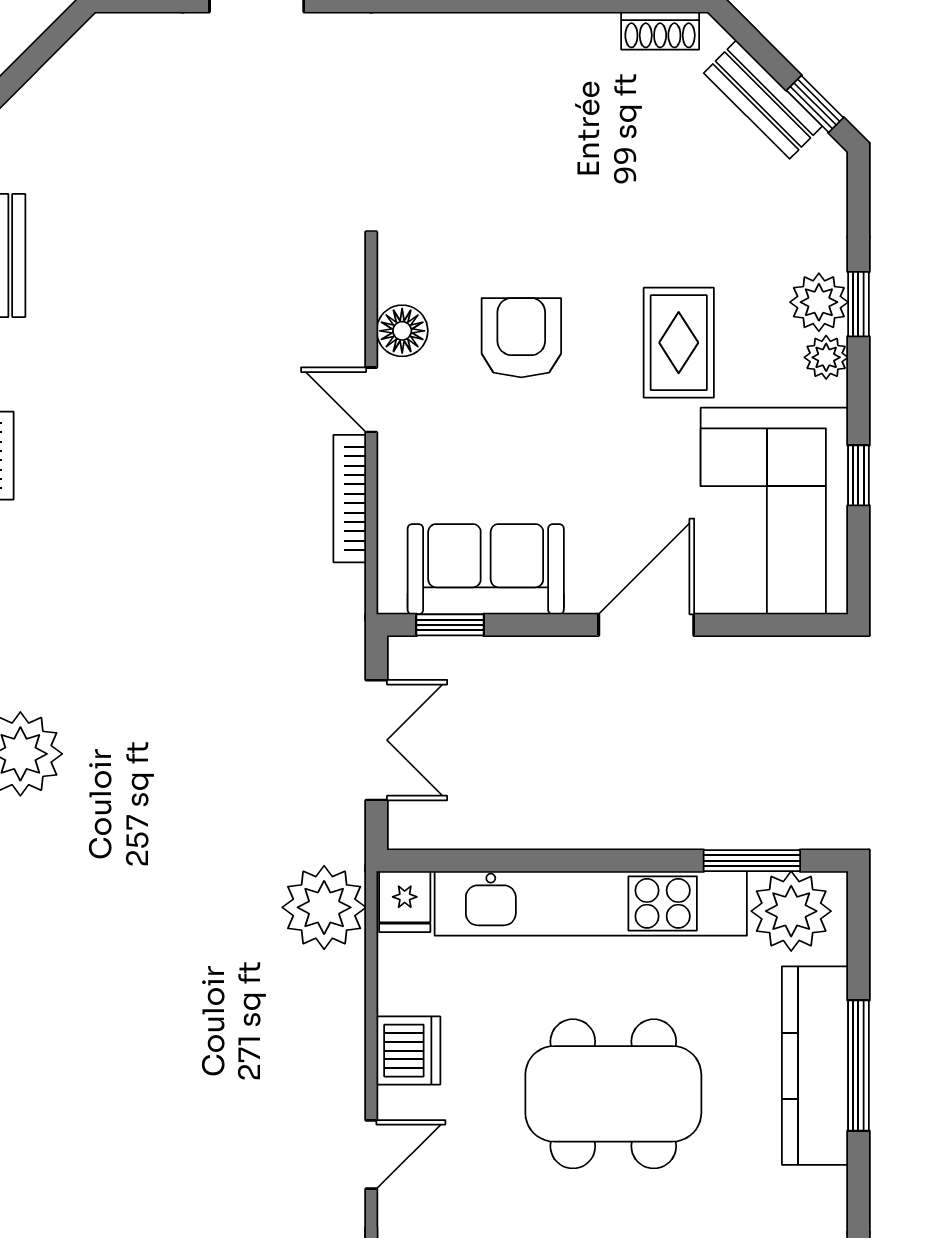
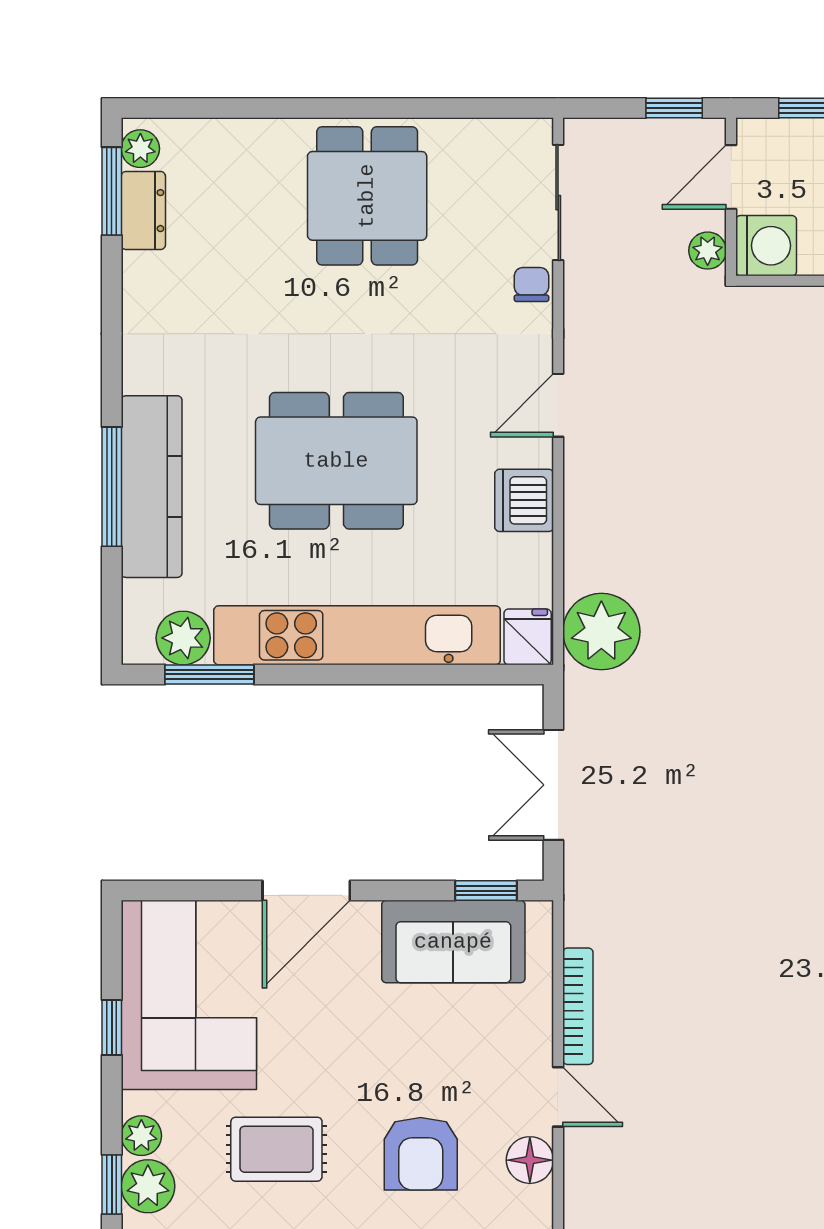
rug: (679, 343) -> (276, 1149), turned 90
plant: (791, 911) -> (183, 638), width x0.73, depth x0.73

